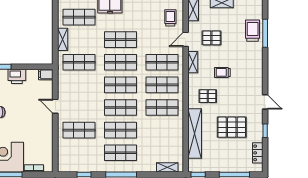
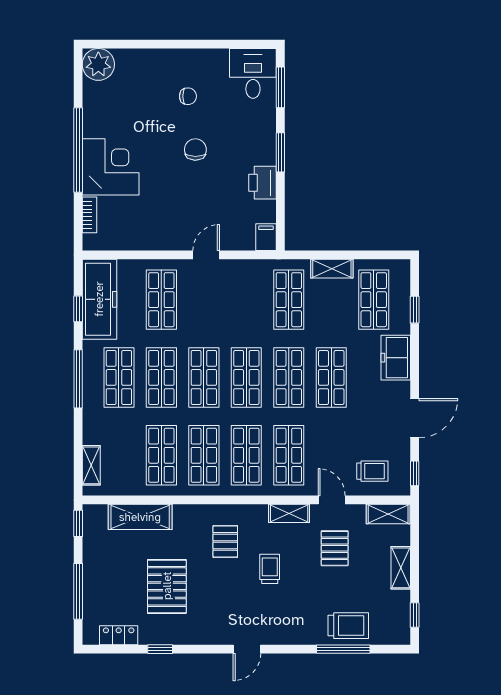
door: (265, 102) -> (247, 649), moved
shop shelf: (162, 130) -> (161, 455), added
shelving: (195, 134) -> (140, 517), width x0.68
freezer: (79, 163) -> (99, 299), added

